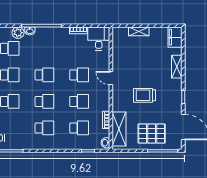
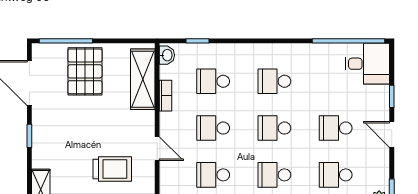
door: (111, 78) -> (157, 149), moved
trolley: (144, 95) -> (112, 169), moved
pallet: (152, 134) -> (85, 71), turned 90

